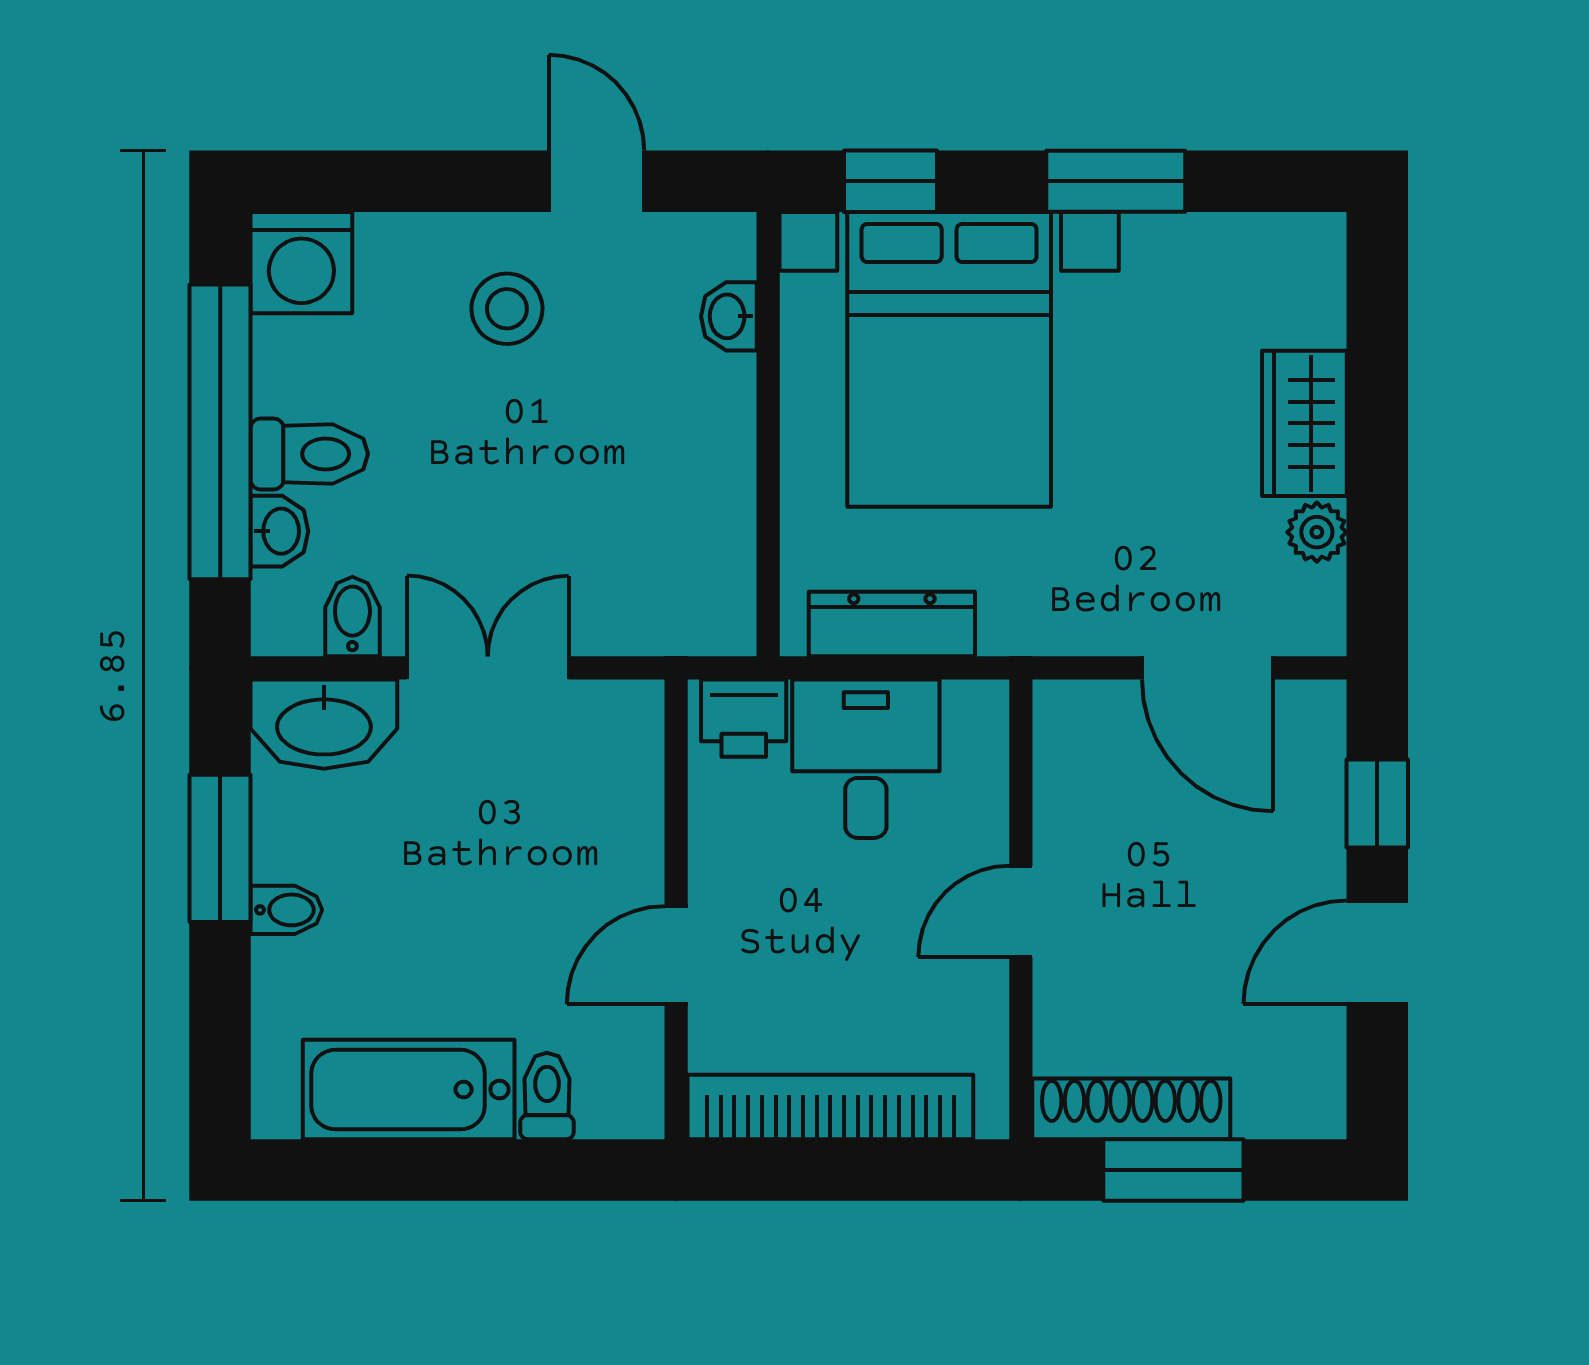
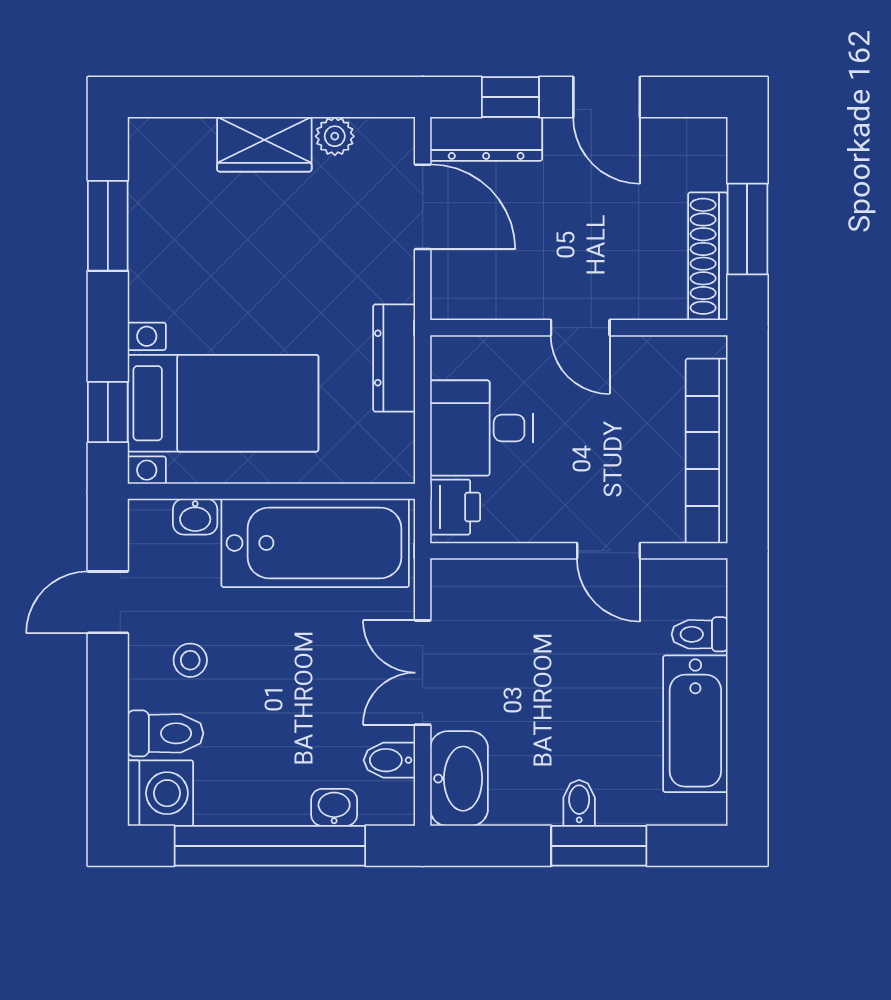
window: (1116, 181) -> (108, 226), moved
stool: (507, 309) -> (190, 660), width x0.73, depth x0.73
bed with nightstands: (949, 359) -> (223, 403), width x0.73
toilet: (309, 454) -> (165, 733), moved, turned 90
bathtub: (688, 502) -> (315, 543), added
dresser: (892, 624) -> (394, 358), moved
door: (1208, 668) -> (423, 207), hinge flipped
dresser: (1313, 766) -> (486, 139), added
window: (220, 848) -> (599, 846), moved

